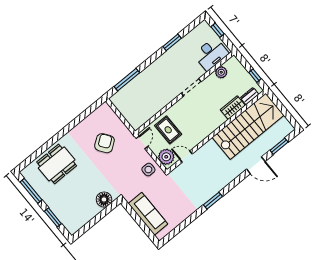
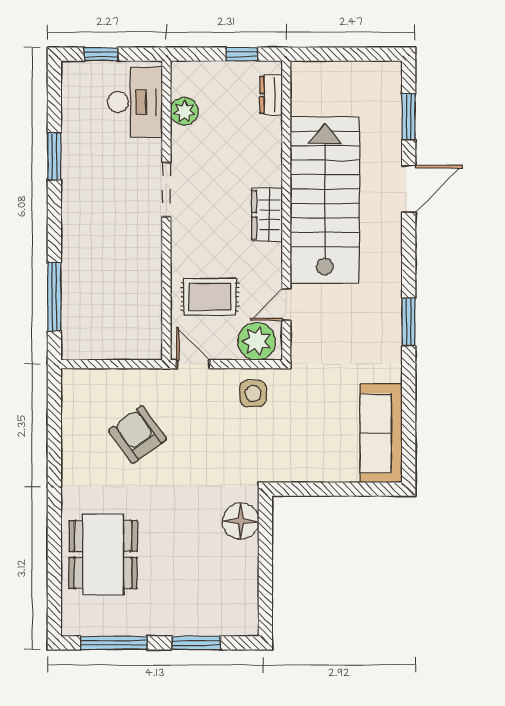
wardrobe: (233, 108) -> (267, 215), moved
stairs: (248, 126) -> (325, 200), moved
sofa: (148, 214) -> (381, 433), moved, turned -90

